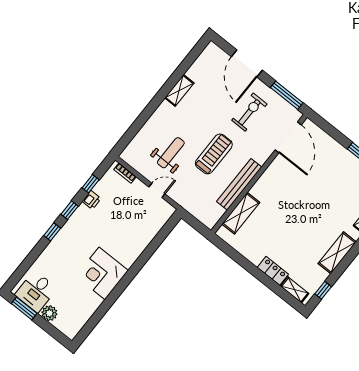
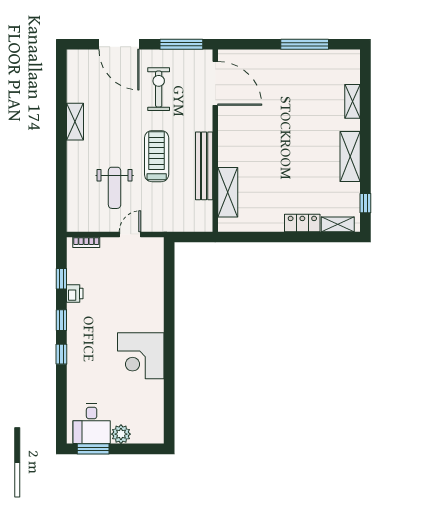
weight bench: (171, 153) -> (115, 188), turned 180

